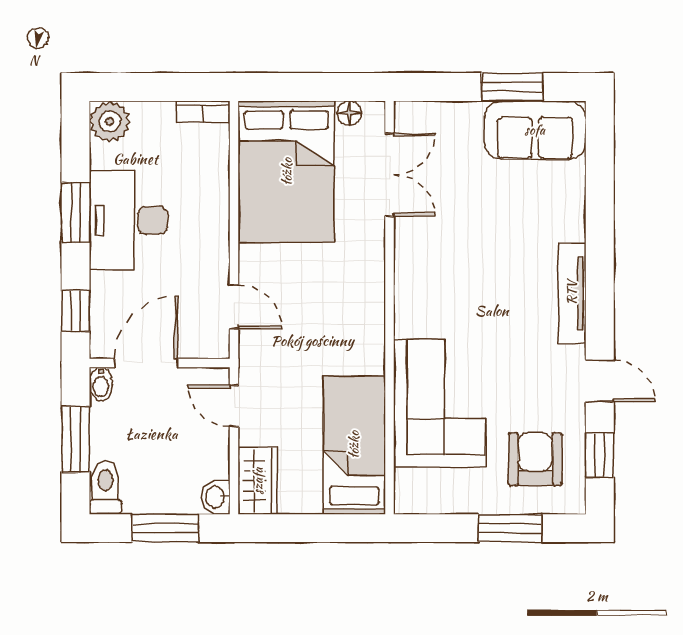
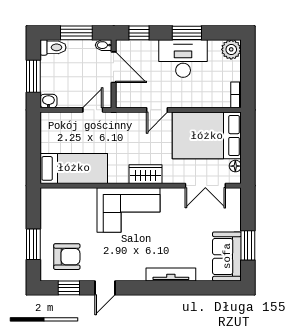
tv unit: (572, 293) -> (171, 274), moved
door: (234, 307) -> (157, 110), moved
corner sofa: (440, 403) -> (128, 210), moved
wardrobe: (258, 481) -> (145, 174), moved, turned 180

